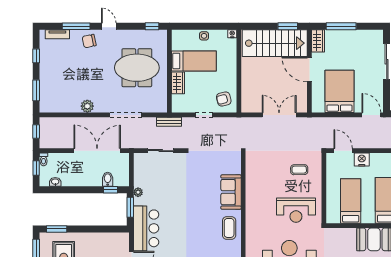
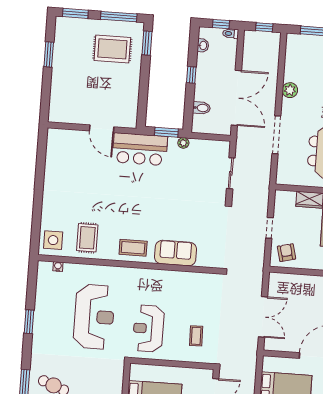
bench: (169, 122) -> (264, 186), removed
window: (110, 190) -> (191, 75), moved

